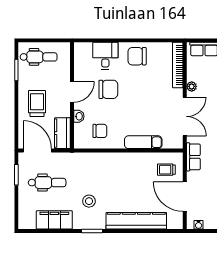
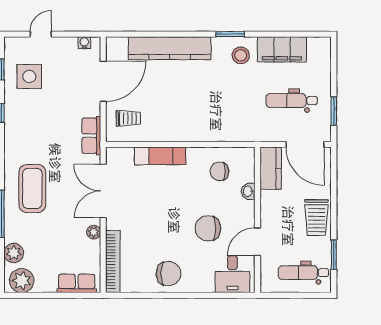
desk: (105, 56) -> (232, 274), moved
door: (72, 92) -> (257, 242), moved
trolley: (37, 104) -> (316, 218), moved
door: (185, 197) -> (103, 81), hinge flipped
stool: (89, 201) -> (241, 55), moved

